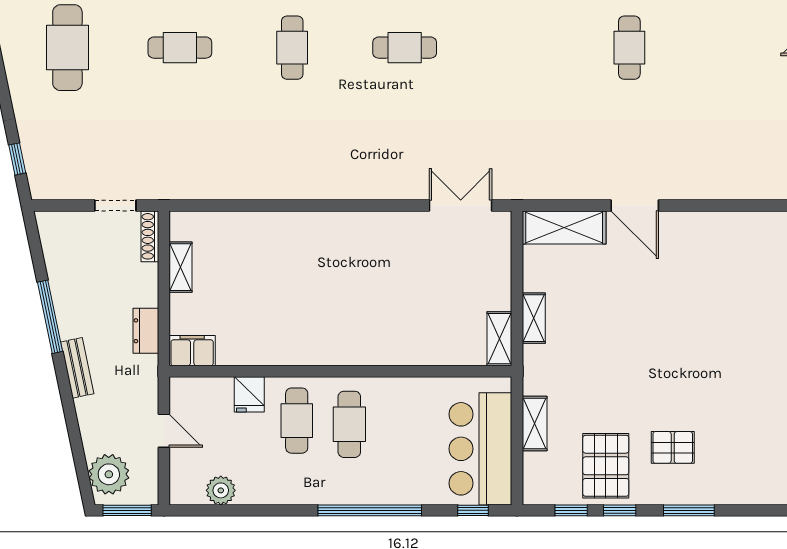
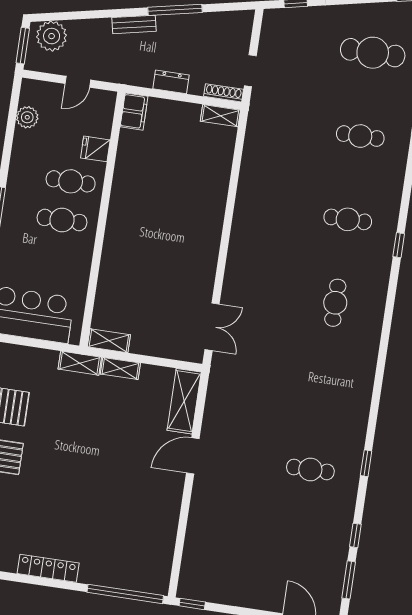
cafe table: (180, 48) -> (360, 136), turned 90
shelving: (181, 267) -> (220, 116), moved
dresser: (146, 331) -> (171, 82), moved
shelving: (535, 424) -> (80, 363), moved

